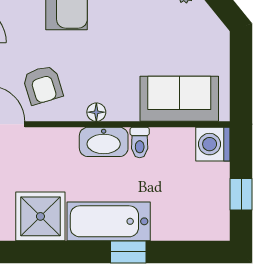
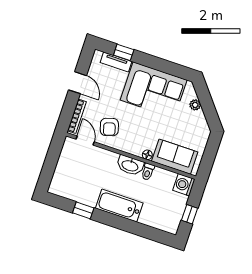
floor lamp: (96, 112) -> (147, 155), moved
shower: (40, 216) -> (86, 192), removed
window: (128, 252) -> (83, 210), moved

